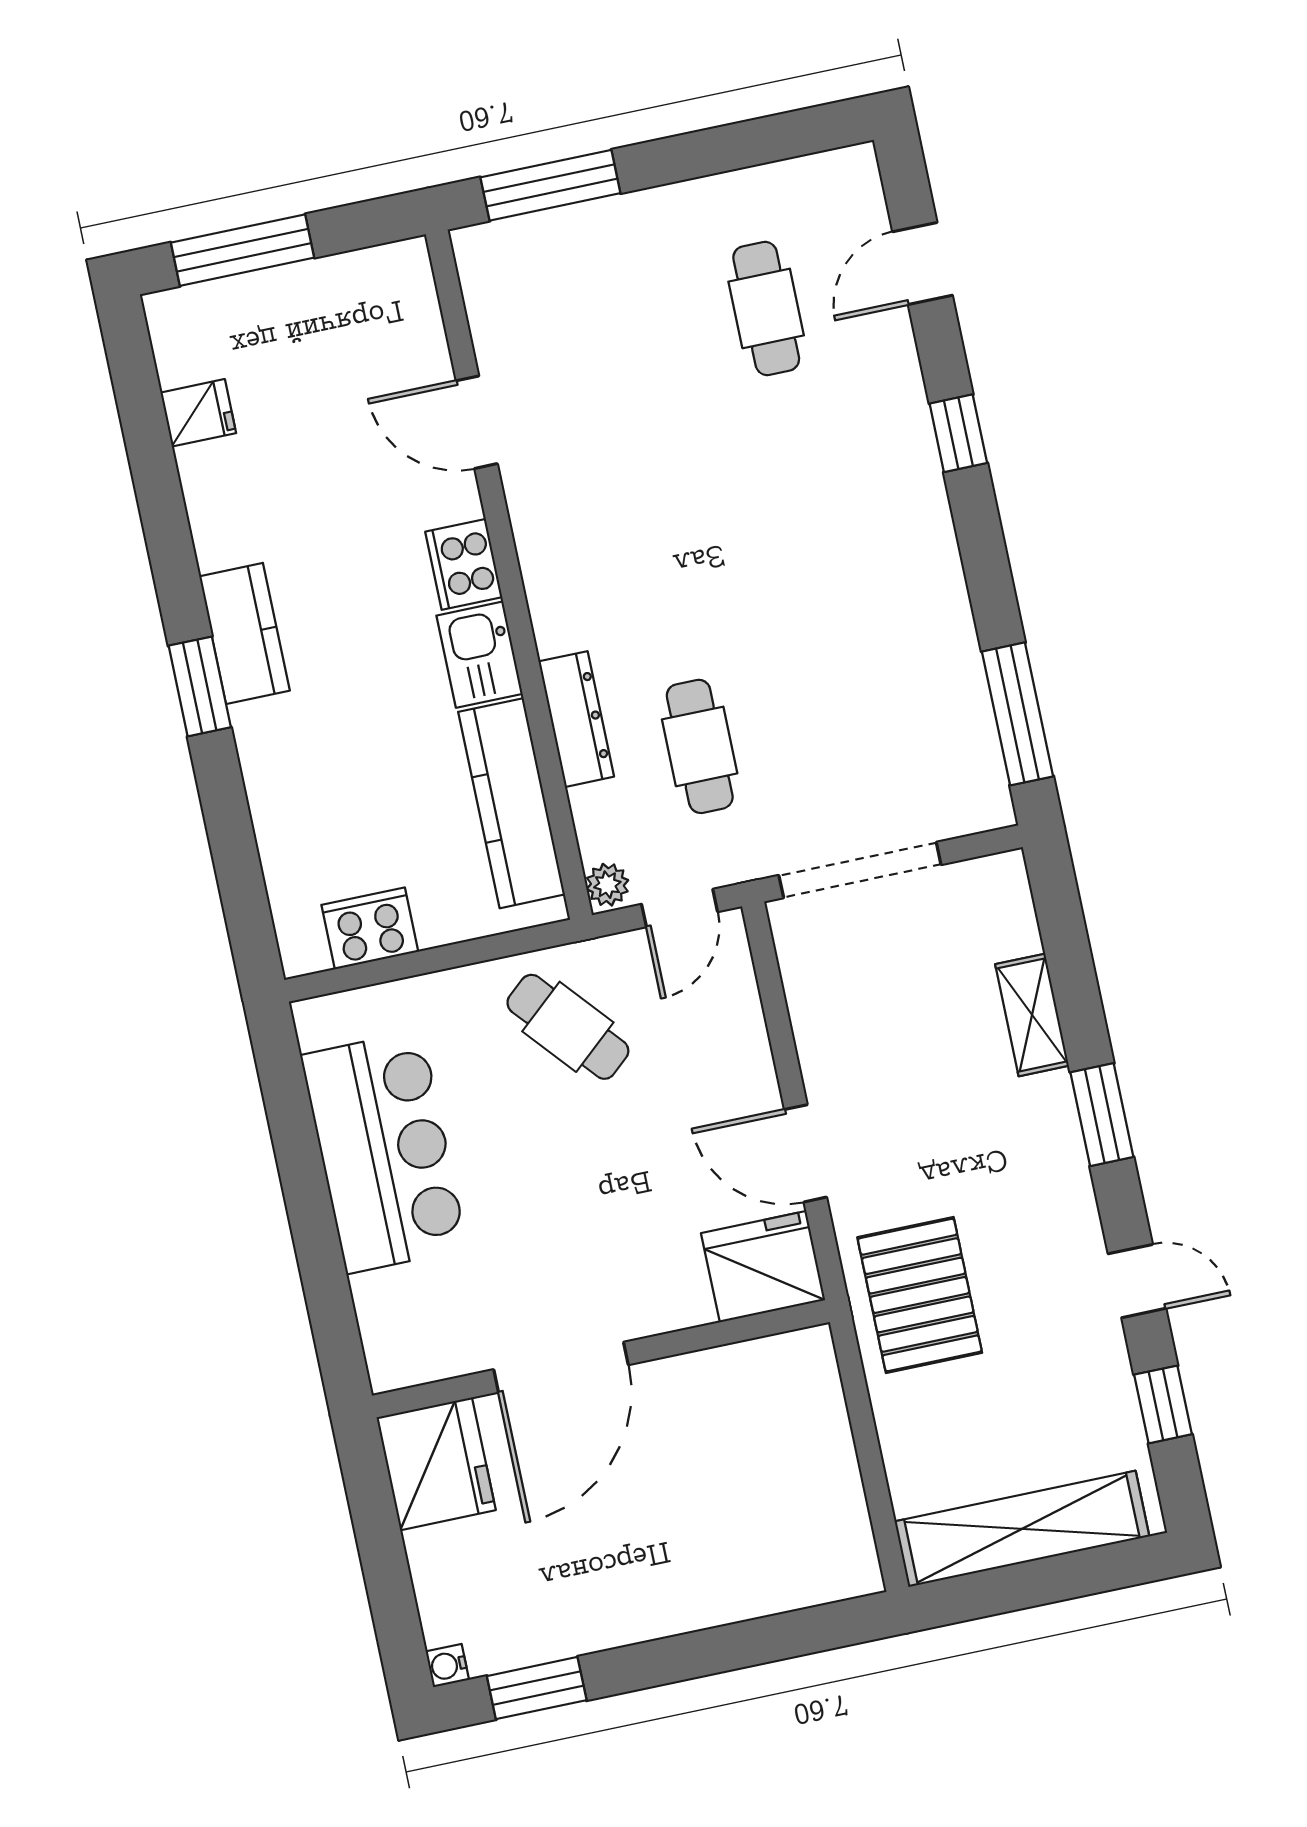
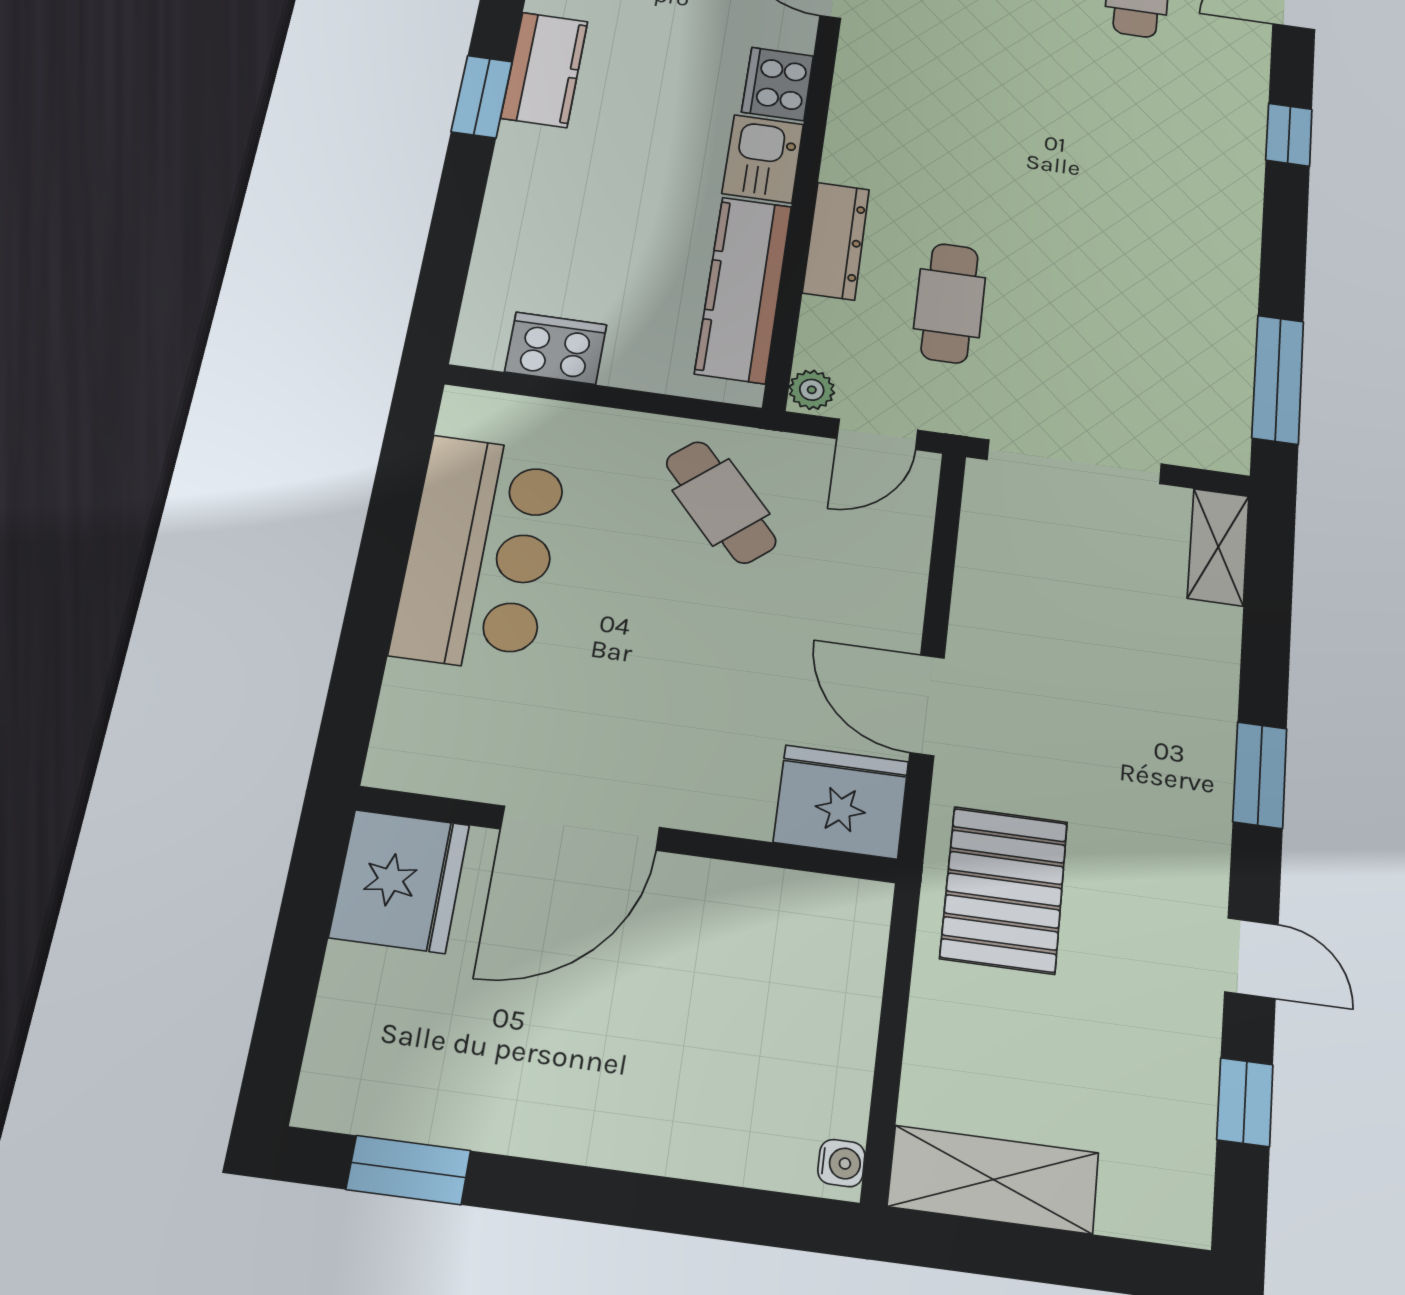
shelving: (1032, 1015) -> (1218, 547), moved
shelving: (1022, 1529) -> (993, 1180), width x0.68
water cooler: (447, 1666) -> (841, 1163), moved, turned 180

